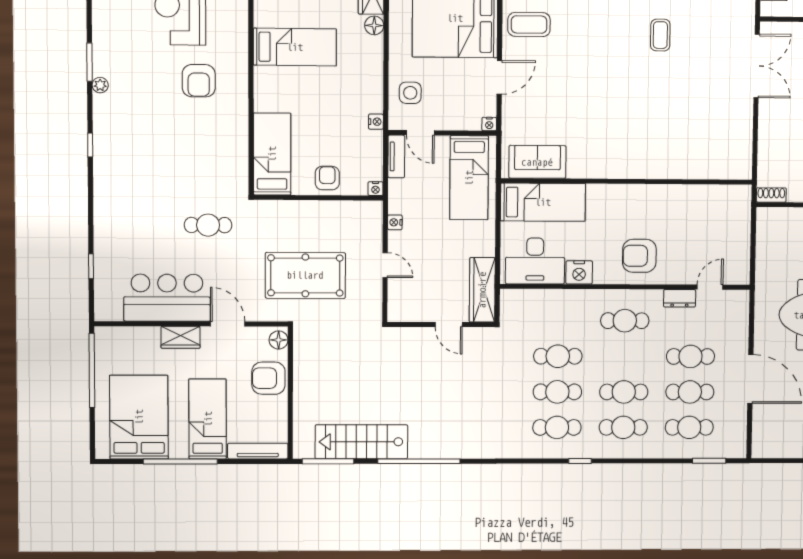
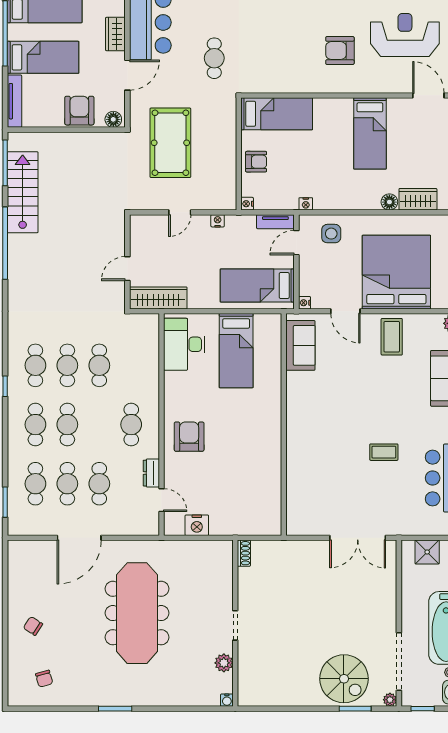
sofa: (537, 162) -> (300, 345), moved
wall: (627, 181) -> (284, 425), moved
nightstand: (579, 272) -> (197, 525), moved, turned -90

